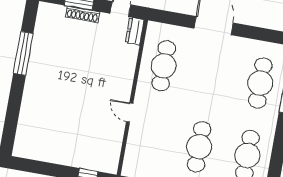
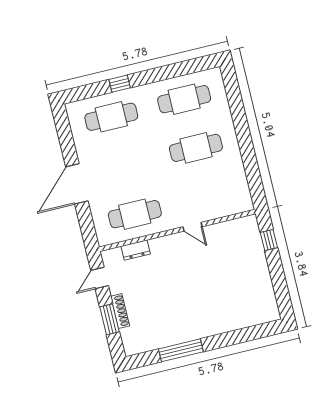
dresser: (135, 31) -> (136, 250), moved
door: (130, 113) -> (192, 227), hinge flipped

